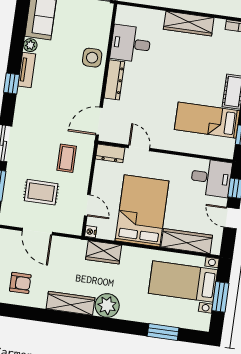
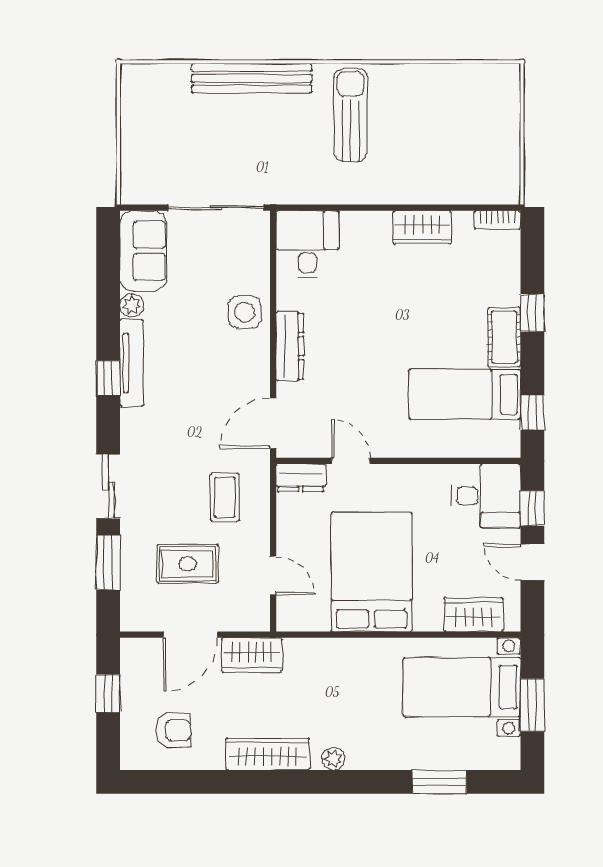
wardrobe: (189, 24) -> (422, 227), width x0.67
desk: (131, 44) -> (307, 244), moved, turned 90
tv unit: (27, 70) -> (132, 363), width x1.41
door: (37, 231) -> (191, 635), hinge flipped
nightstand: (91, 232) -> (285, 622), removed
wardrobe: (187, 241) -> (473, 615), width x0.67
wardrobe: (104, 252) -> (252, 655), moved
plant: (107, 305) -> (333, 759), width x0.53, depth x0.53

